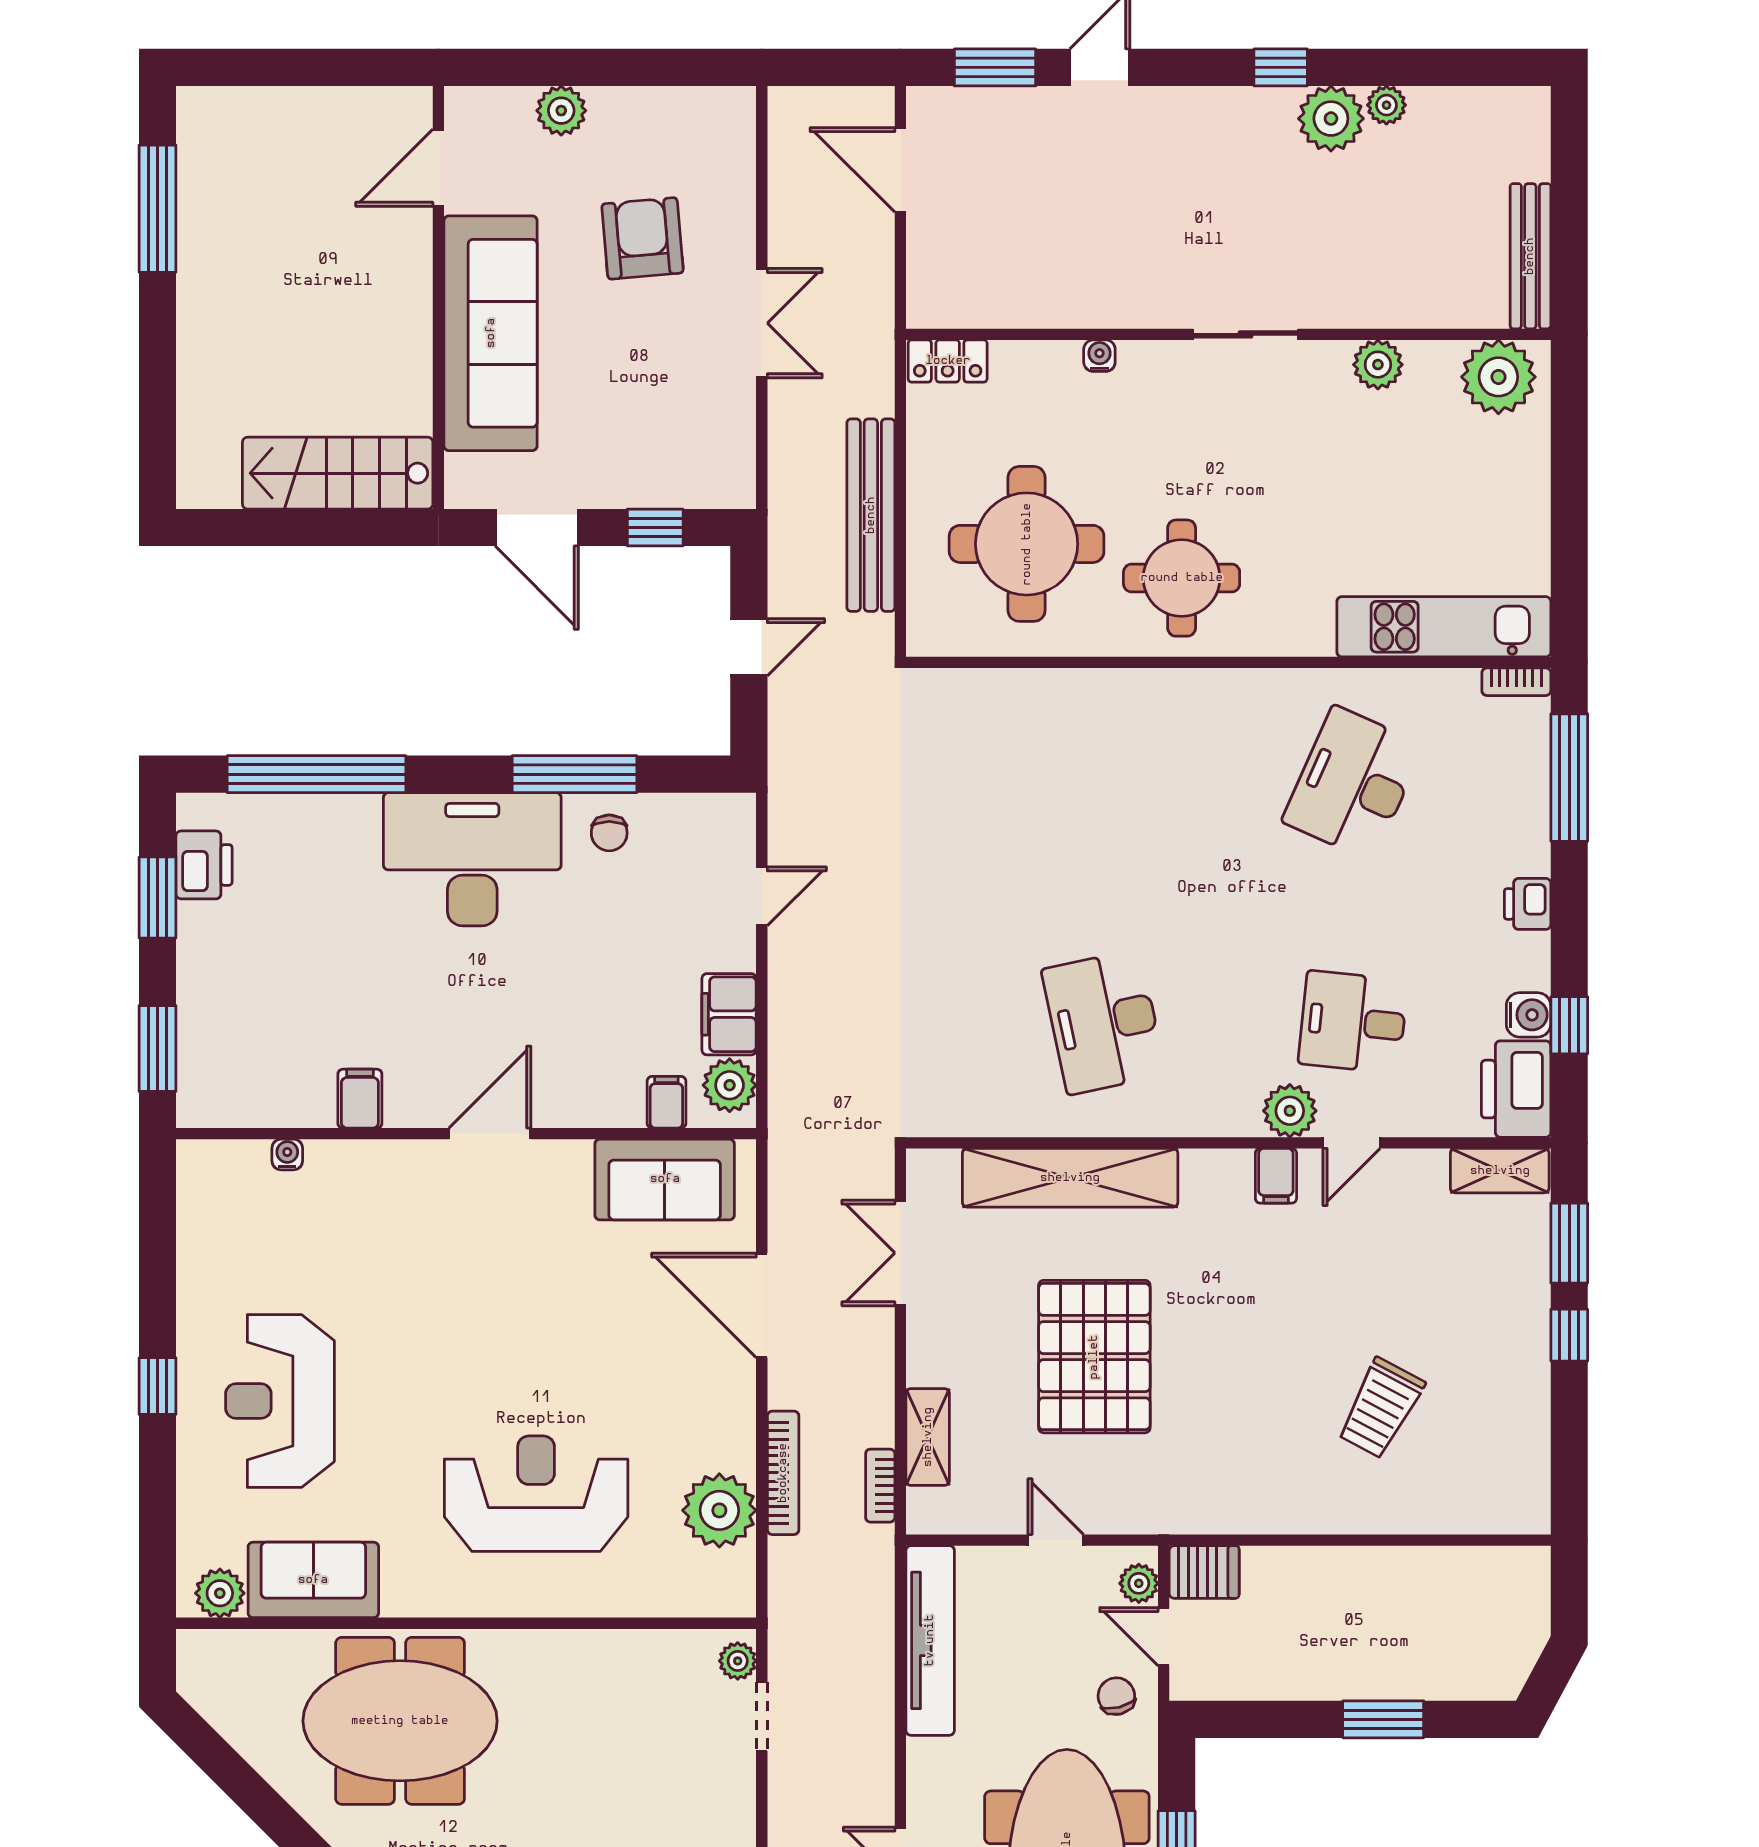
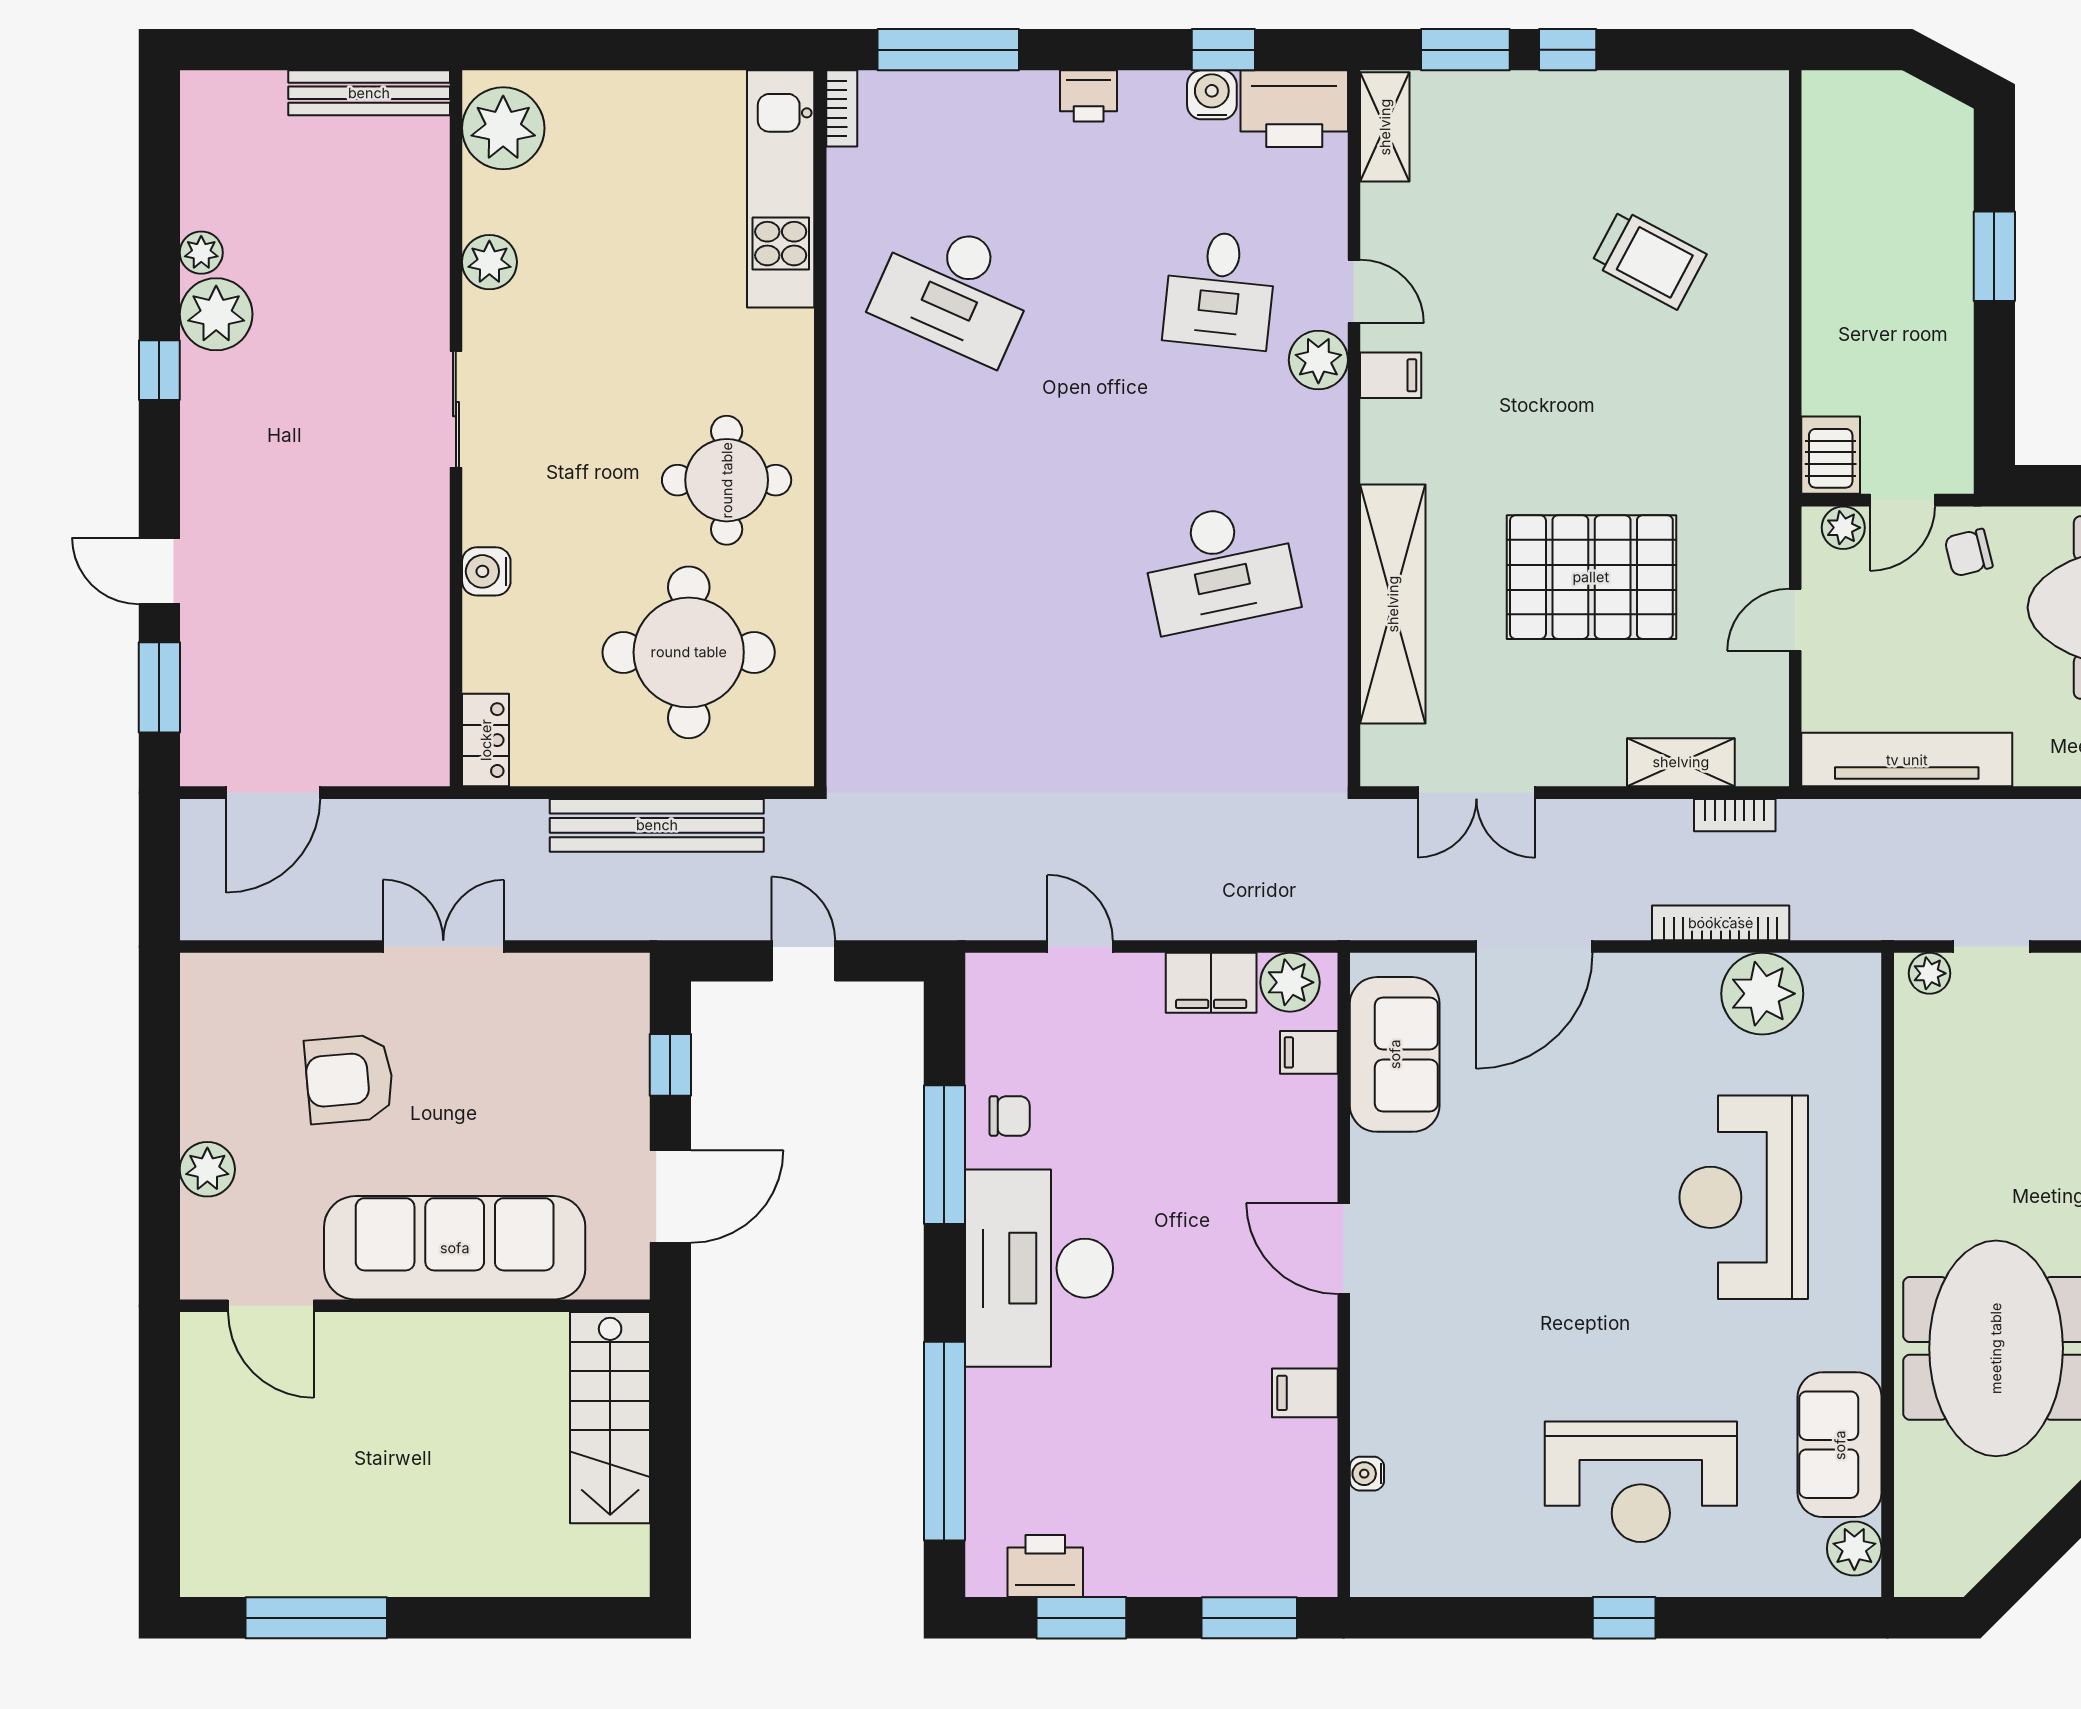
water cooler: (1099, 356) -> (486, 571), width x1.38, depth x1.38

